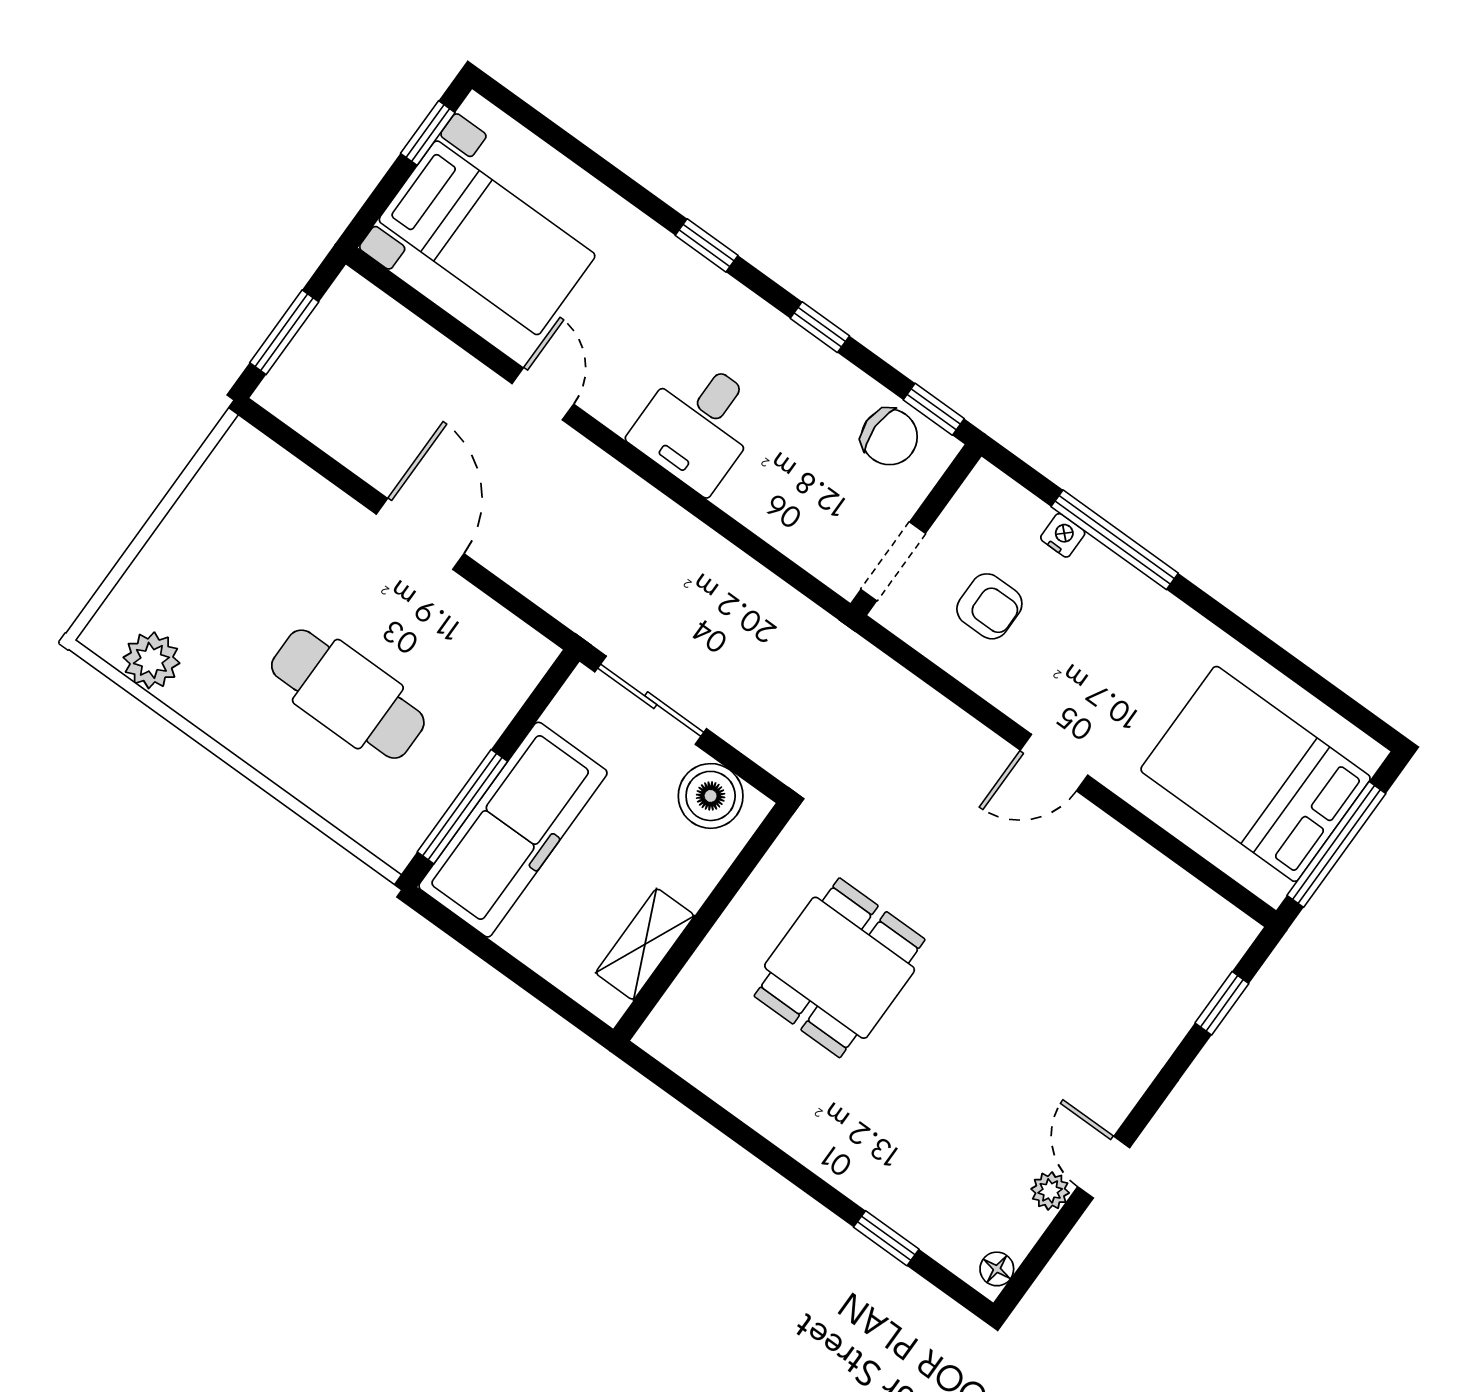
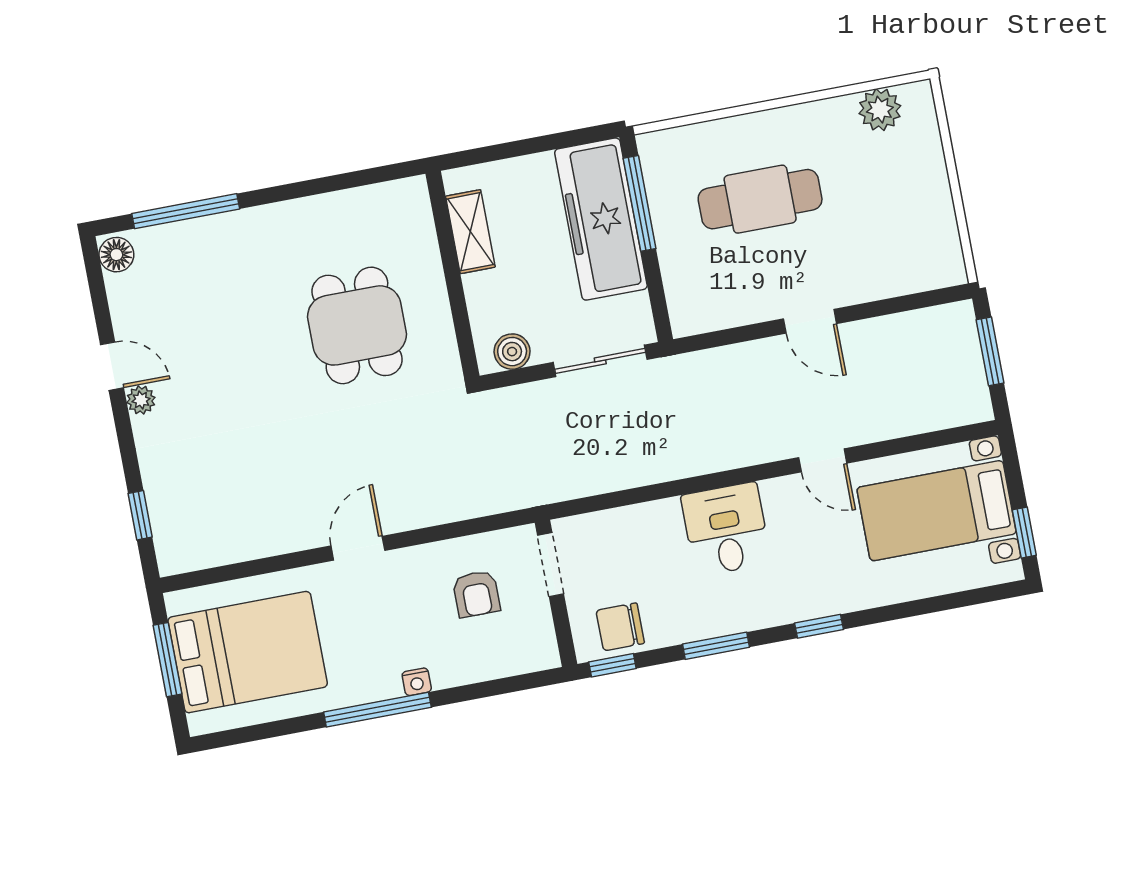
window: (820, 327) -> (716, 646), width x1.50
door: (420, 534) -> (810, 321), width x0.73
nightstand: (1063, 535) -> (417, 682), moved
window: (1115, 540) -> (377, 710), moved
armchair: (989, 606) -> (476, 594), turned -90
boiler: (711, 796) -> (512, 352), width x0.73, depth x0.73
window: (1336, 844) -> (167, 660), width x0.69
plant: (1050, 1191) -> (141, 400), moved
window: (886, 1238) -> (186, 211), width x2.17
floor lamp: (997, 1269) -> (116, 255), width x1.37, depth x1.37

